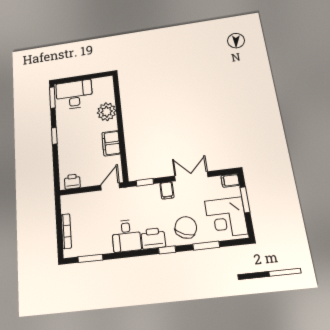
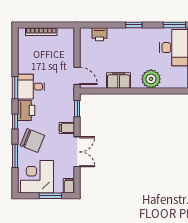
printer: (72, 182) -> (99, 34), moved, turned 90
window: (90, 258) -> (15, 88), moved

